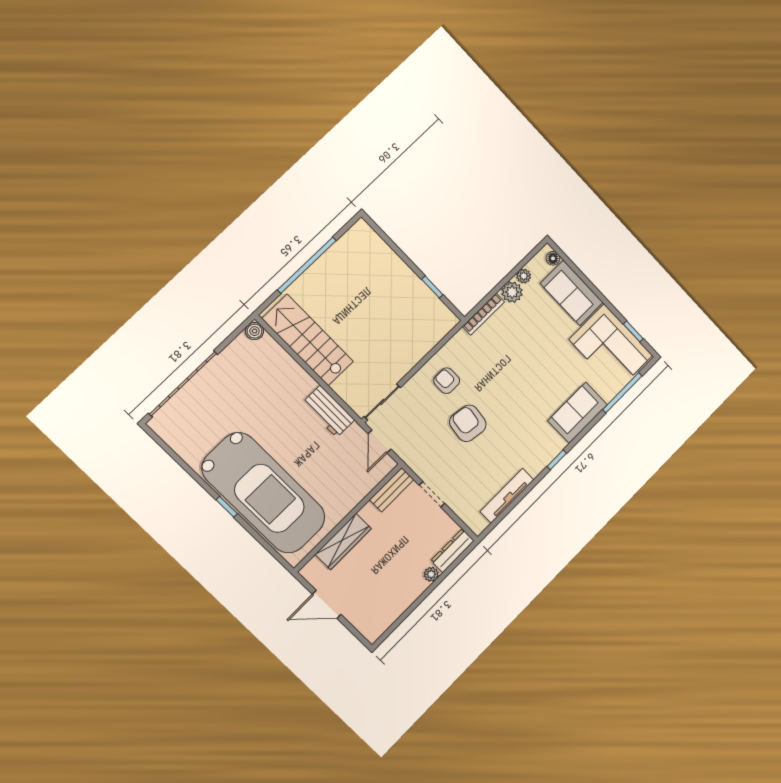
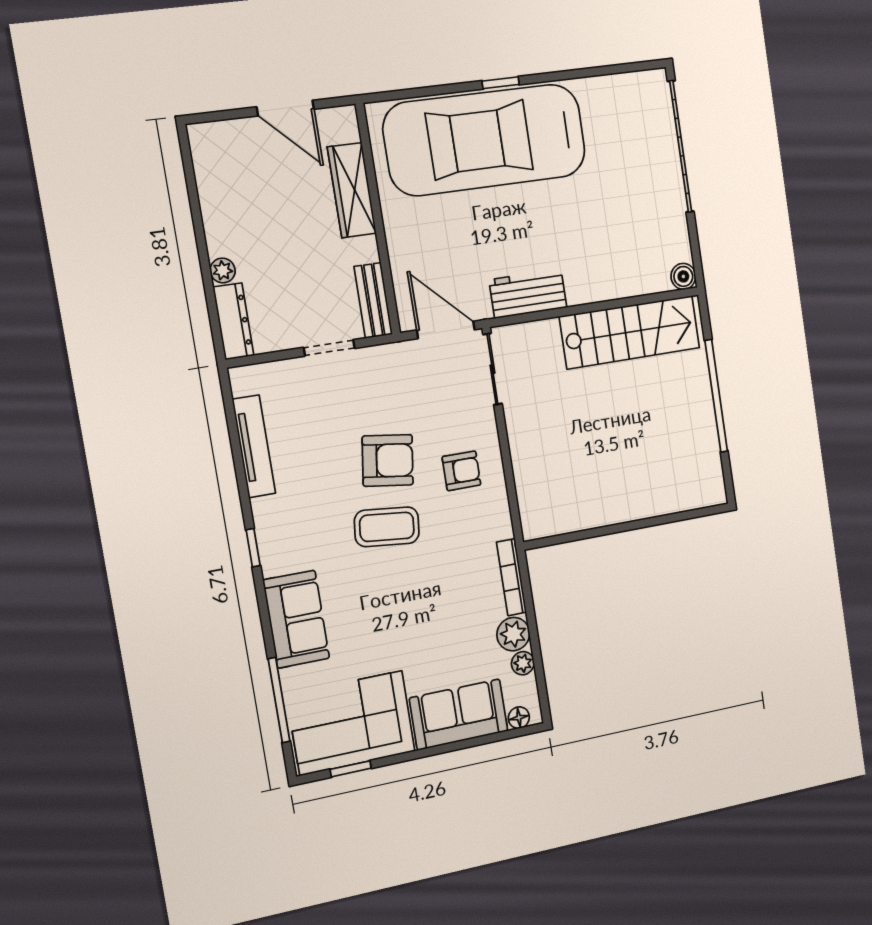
window: (432, 287) -> (589, 534), removed
coffee table: (502, 399) -> (387, 527), added
door: (380, 441) -> (446, 330), width x1.38
door: (327, 604) -> (285, 108), swing flipped

